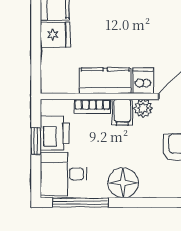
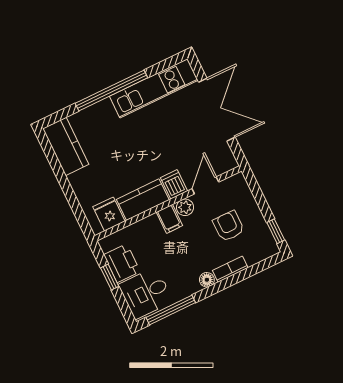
fridge: (55, 35) -> (109, 214), moved, turned -90
bookcase: (92, 106) -> (230, 269), moved, turned 180
floor lamp: (123, 183) -> (207, 280), width x0.53, depth x0.53

